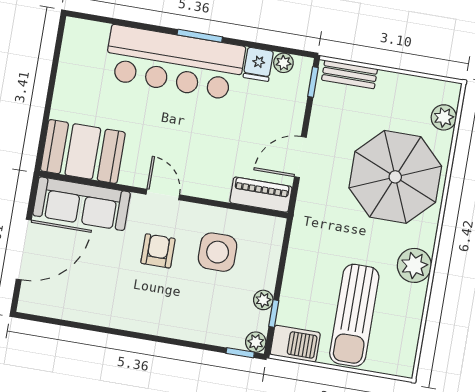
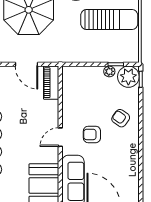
side table: (218, 252) -> (87, 101), removed
armchair: (178, 306) -> (121, 118), added
plant: (256, 342) -> (128, 77), width x1.88, depth x1.88
barbecue: (295, 344) -> (131, 50), removed

